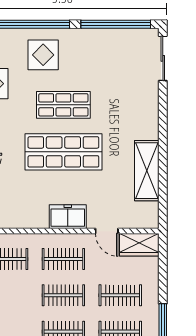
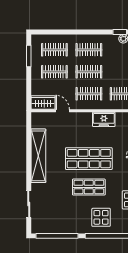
sliding door: (163, 58) -> (29, 204), moved
shelving: (147, 171) -> (38, 156), width x1.47
freezer: (68, 217) -> (104, 119), moved

